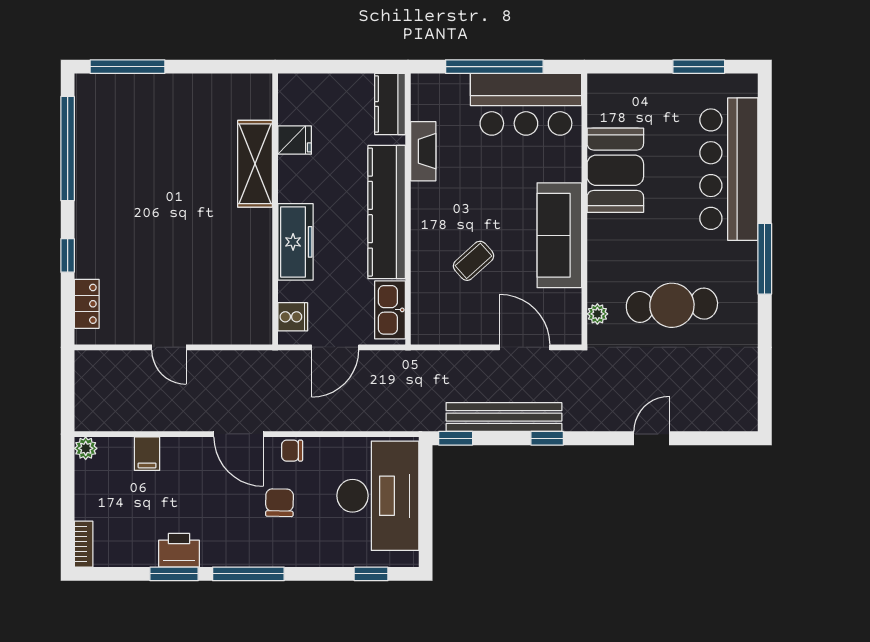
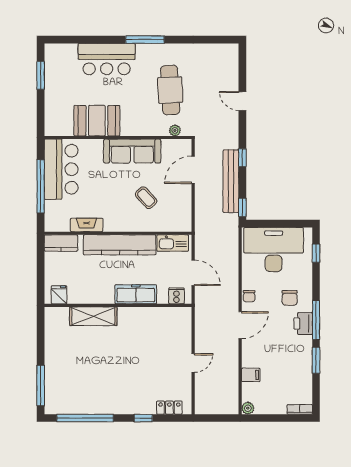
fridge: (295, 140) -> (59, 295), moved
bar counter: (729, 169) -> (107, 59), width x0.73
chair: (280, 503) -> (290, 298), moved, turned -91
printer: (179, 550) -> (303, 324), moved

